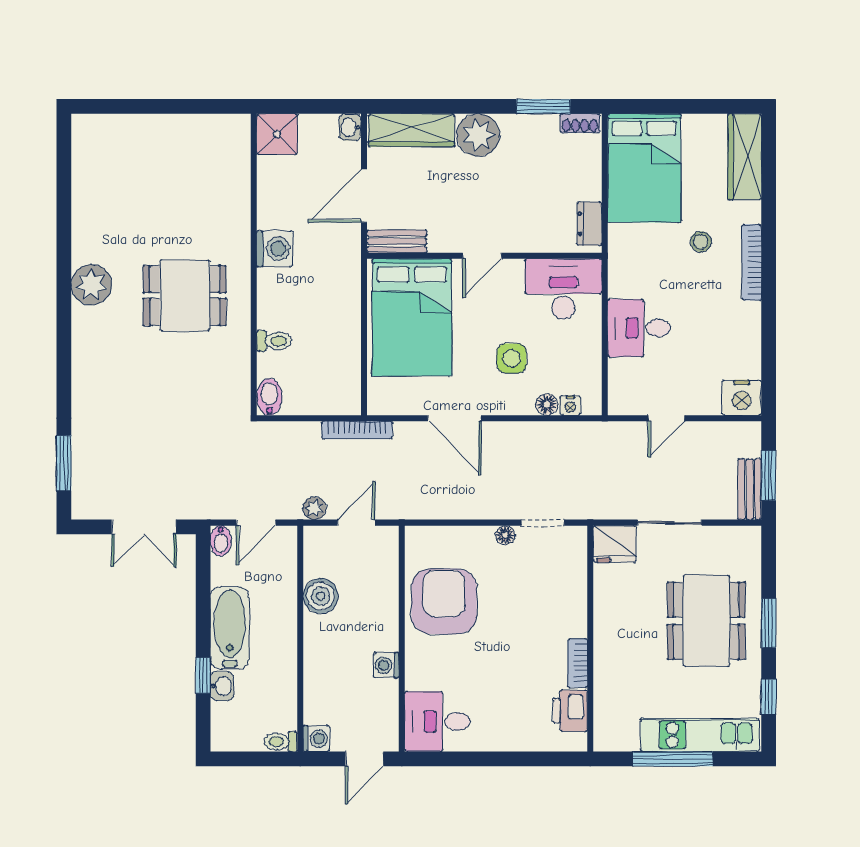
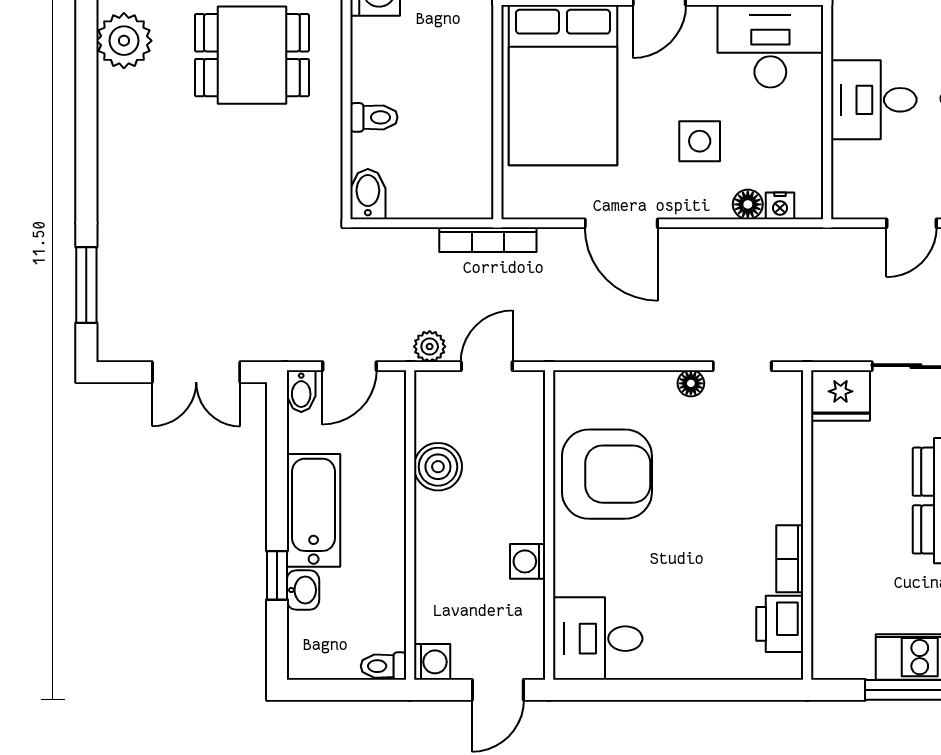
armchair: (444, 601) -> (607, 474), turned 90

